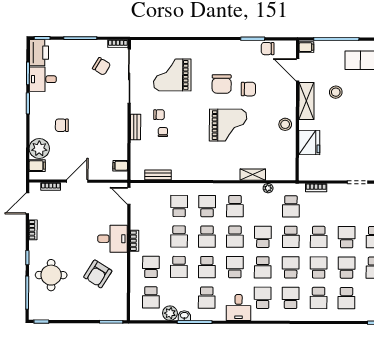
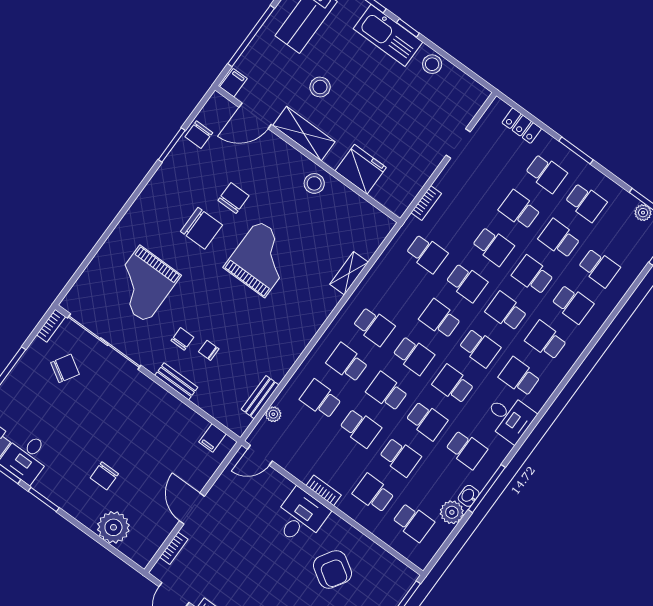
filing cabinet: (37, 166) -> (134, 546), removed
plant: (268, 188) -> (273, 414), moved
school desk: (207, 237) -> (387, 392), turned 180

